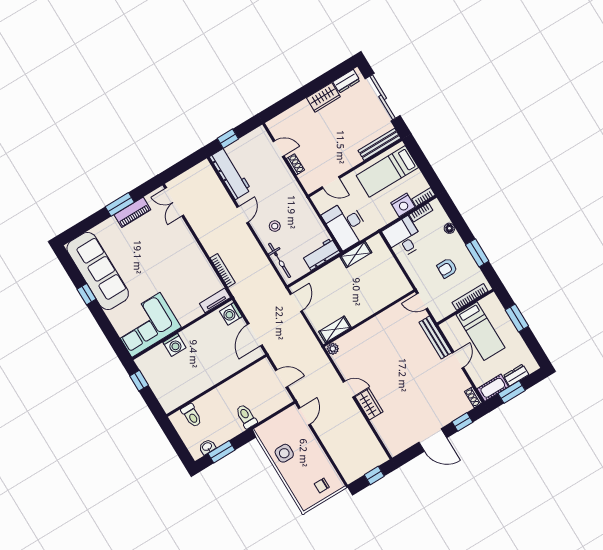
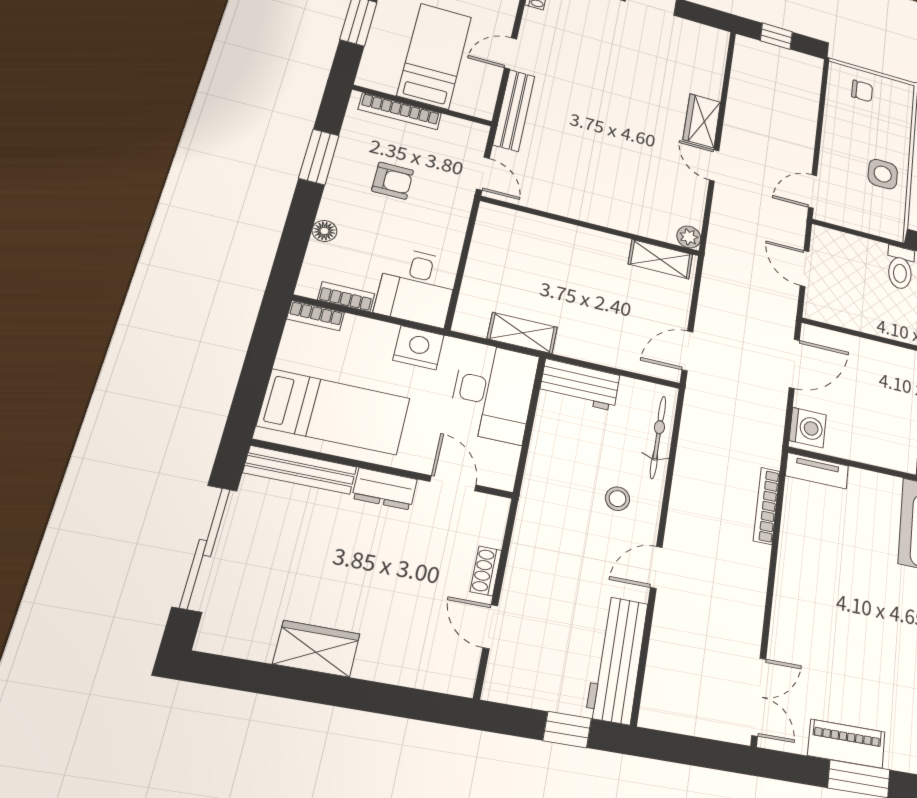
dresser: (346, 81) -> (385, 489), moved, turned 180
nightstand: (403, 205) -> (419, 348), moved

